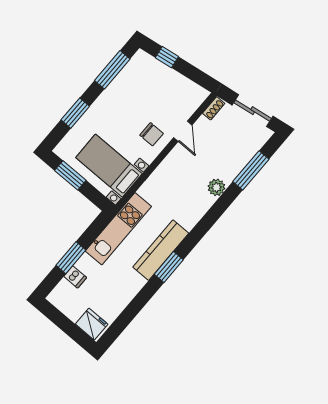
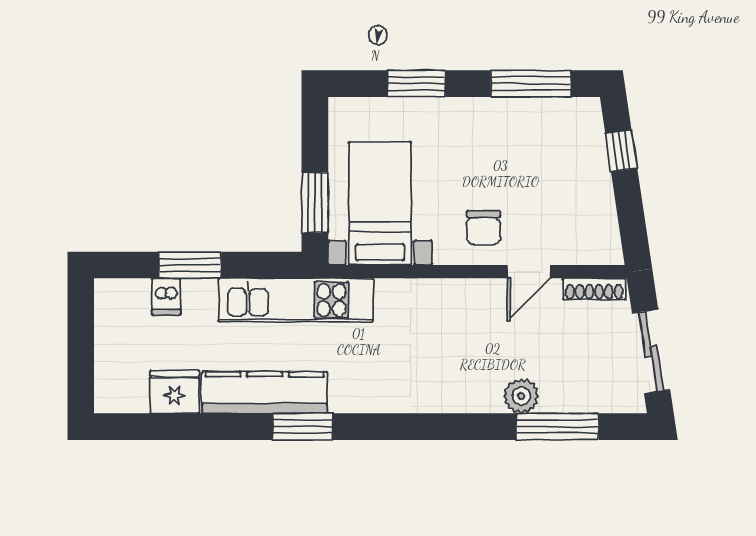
shoe rack: (214, 108) -> (594, 289), width x1.43
window: (70, 175) -> (315, 202), moved
plant: (216, 187) -> (521, 396), moved
kitchen counter: (161, 250) -> (265, 393), moved
fridge: (92, 324) -> (175, 392), moved, turned -90

